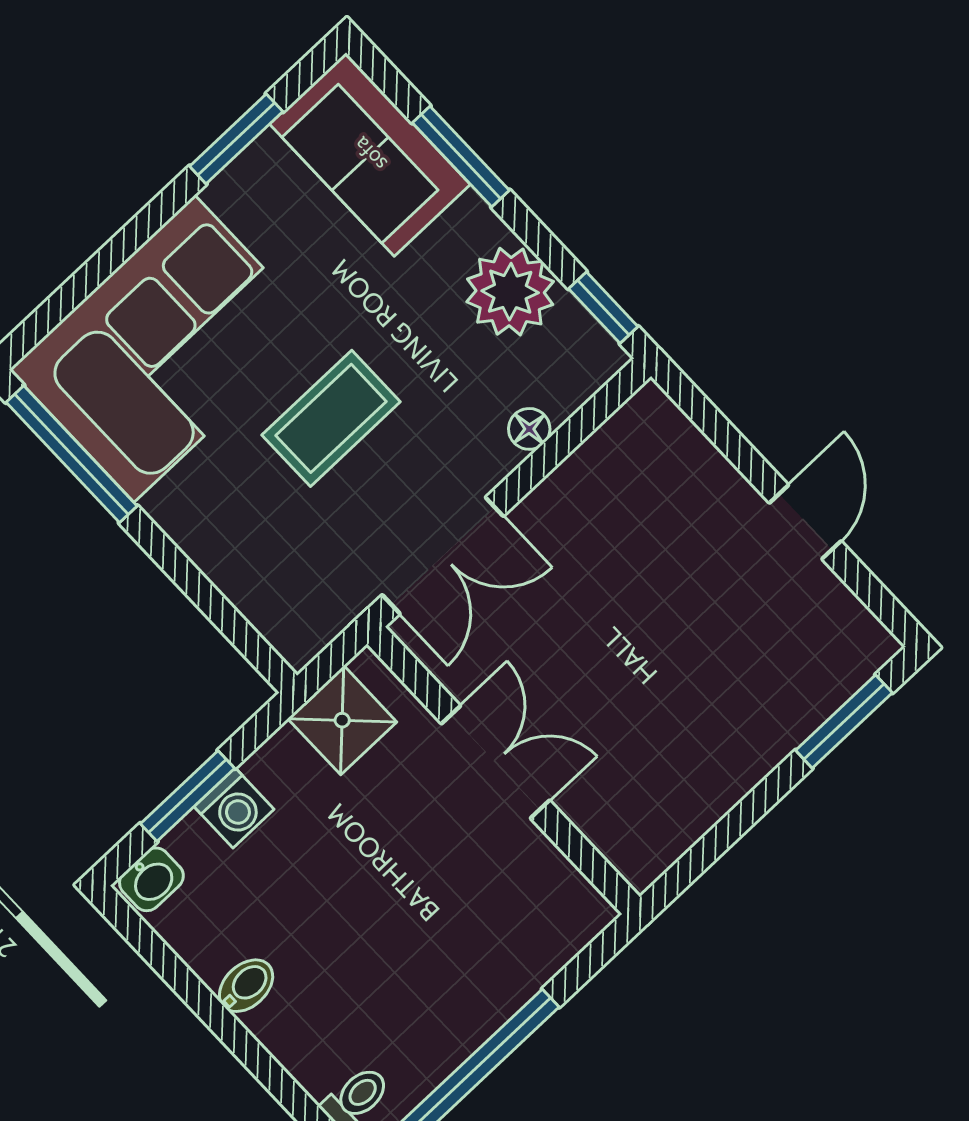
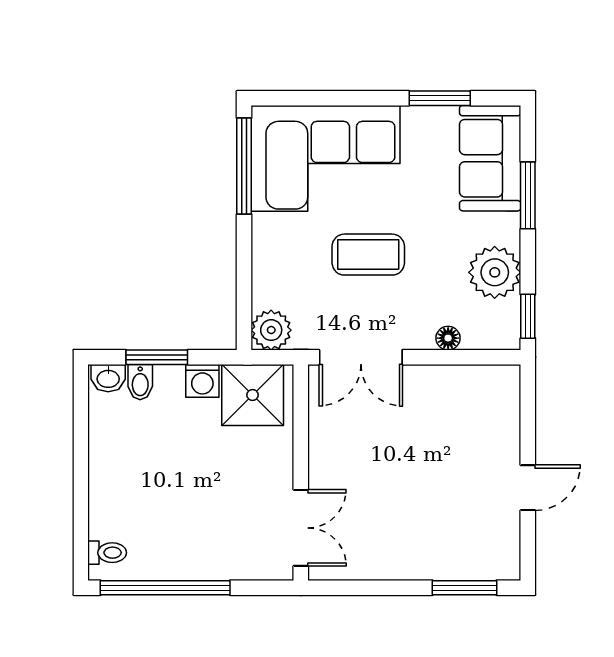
plant: (299, 627) -> (271, 330), added
shower: (342, 720) -> (253, 395), width x1.36, depth x1.36
double door: (496, 762) -> (301, 528), moved
washing machine: (234, 808) -> (202, 381), moved
bidet: (246, 986) -> (140, 382), moved, turned 90

